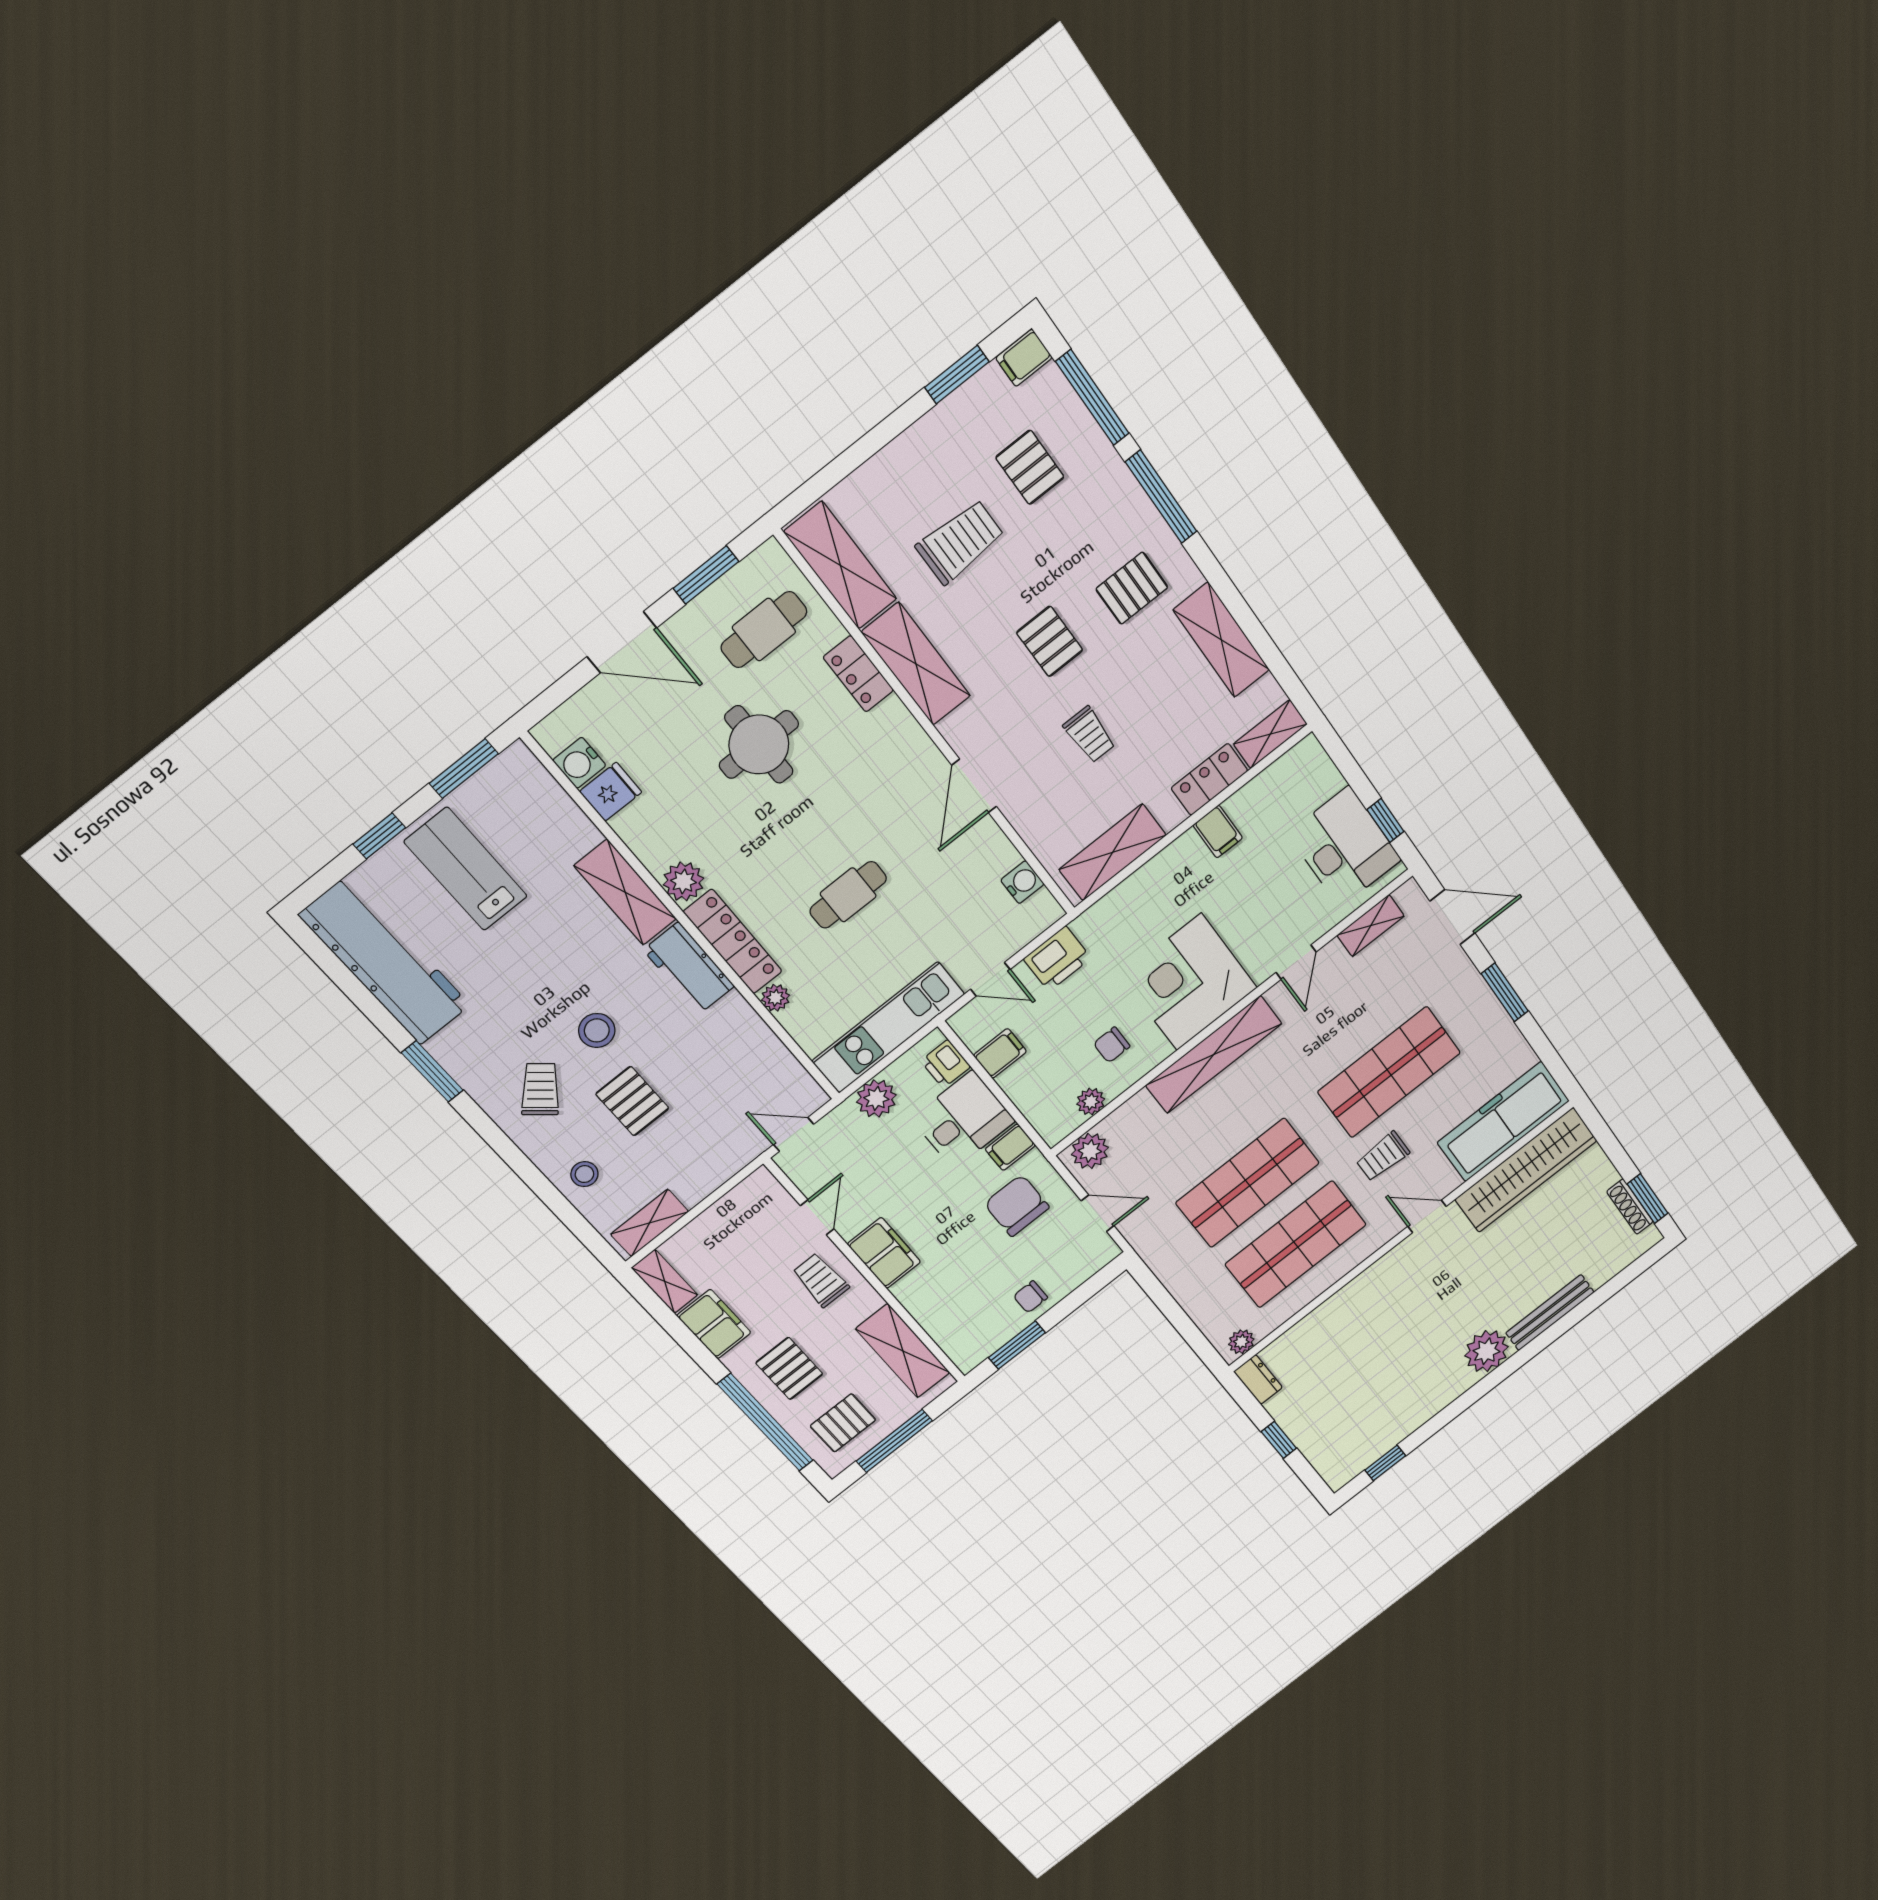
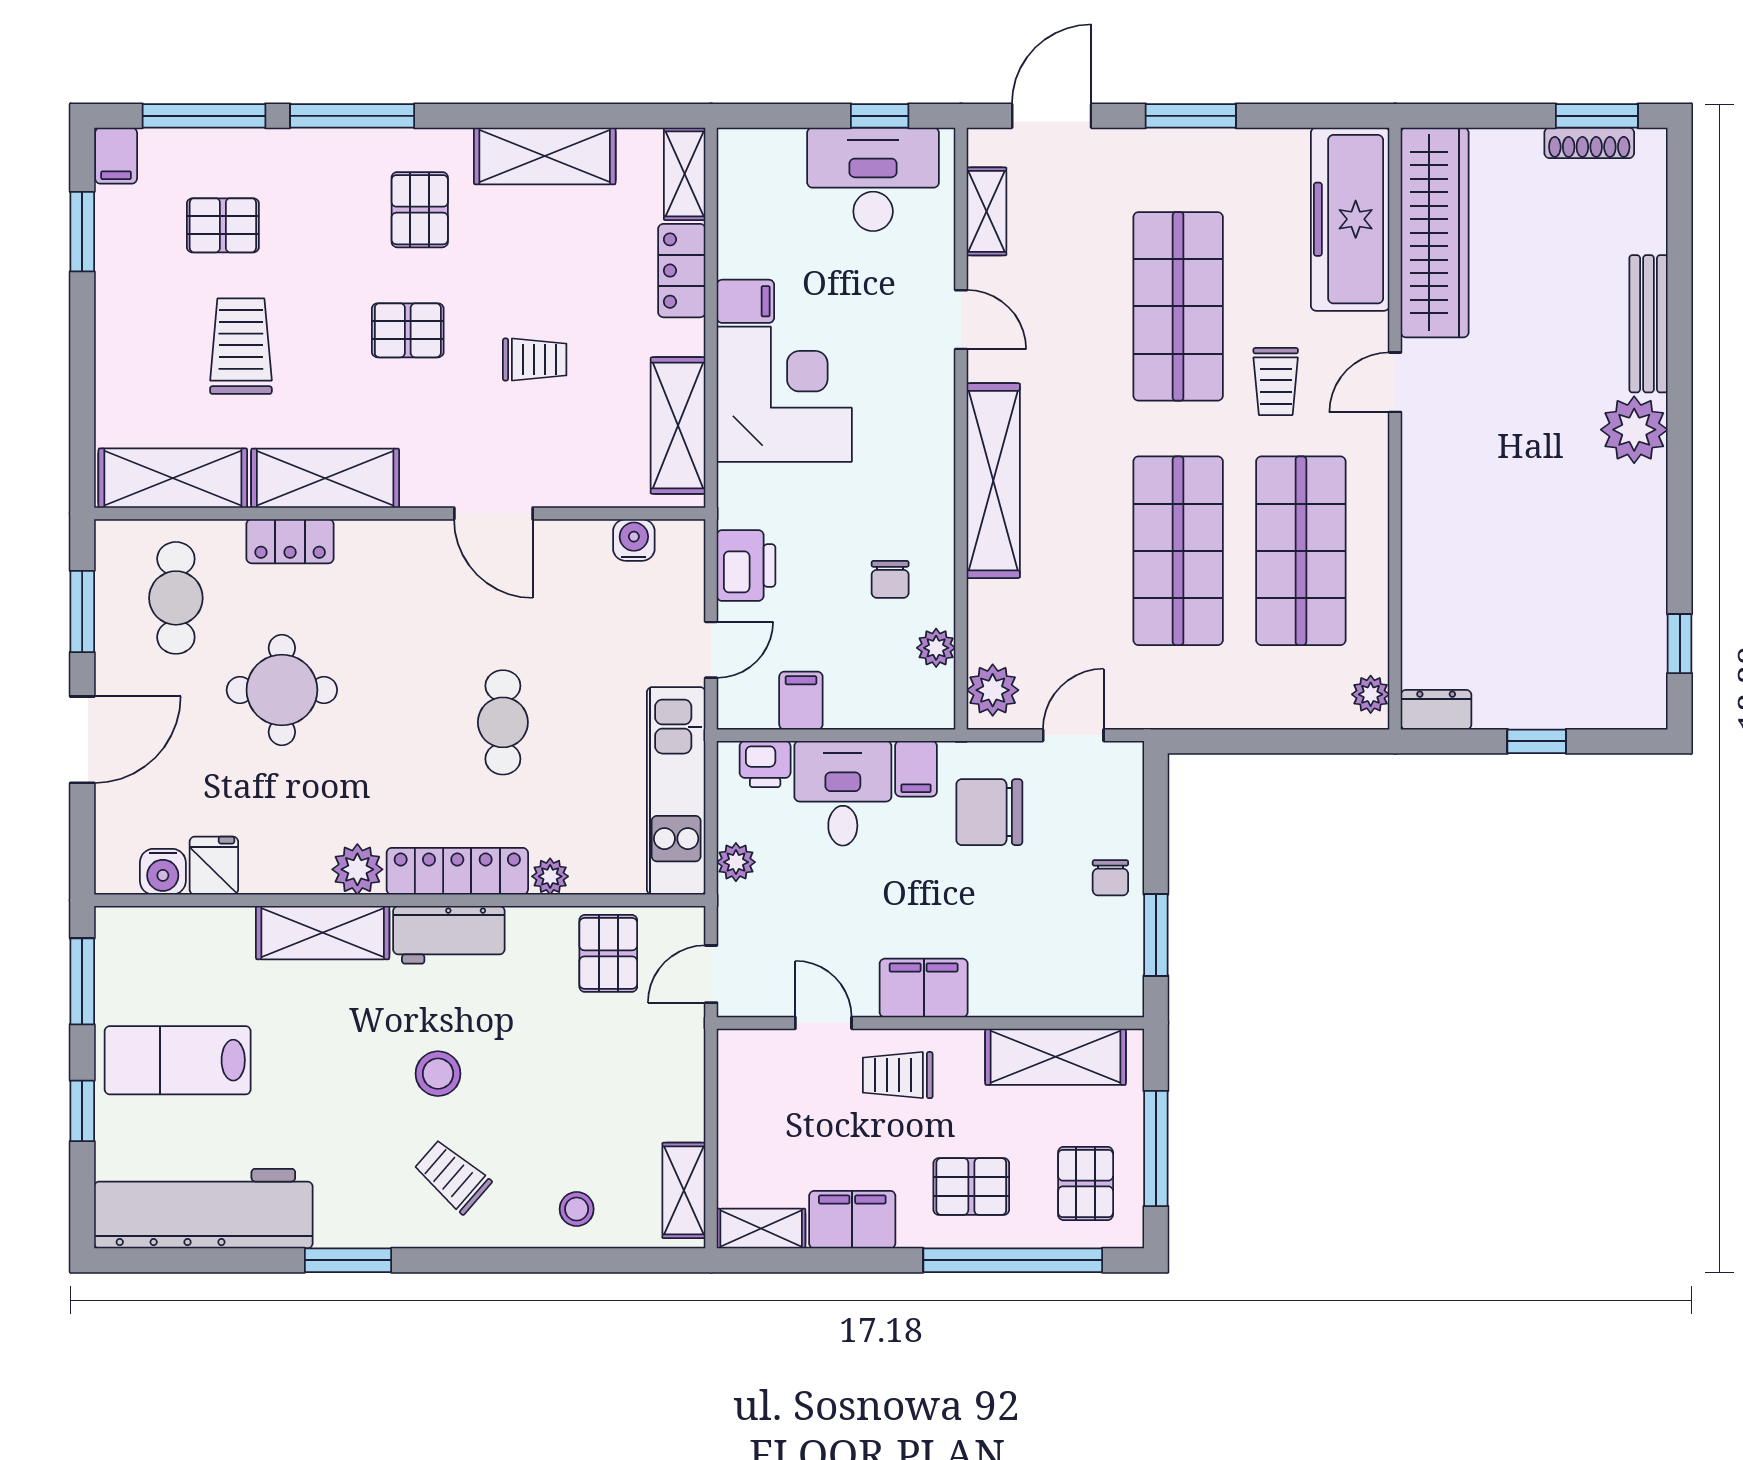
corner desk: (1189, 982) -> (784, 394), moved, turned 180
plant: (876, 1098) -> (736, 862), width x0.73, depth x0.73
pallet: (632, 1101) -> (608, 953), moved, turned 90

